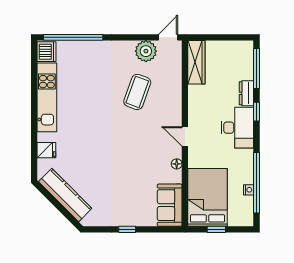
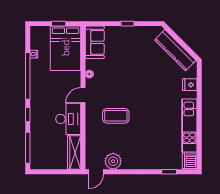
window: (73, 37) -> (169, 172), width x0.32
coffee table: (137, 92) -> (116, 116), moved, turned 70
dresser: (246, 93) -> (36, 129), removed
desk: (237, 128) -> (68, 119), moved, turned 180
door: (185, 136) -> (83, 95), swing flipped
window: (257, 183) -> (28, 76), moved

